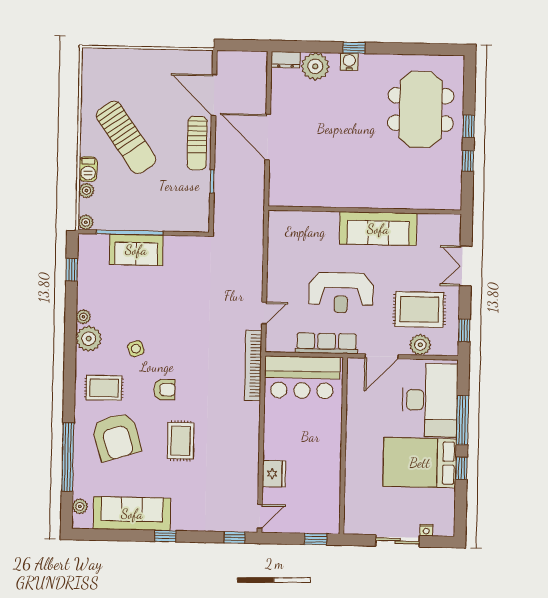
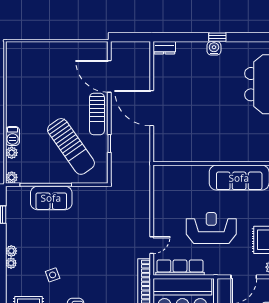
plant: (315, 66) -> (188, 52), removed
sun lounger: (126, 137) -> (71, 146), moved
reception desk: (341, 293) -> (211, 228), turned 180
plant: (89, 339) -> (11, 263), width x0.53, depth x0.53
row of seats: (327, 343) -> (180, 268), moved

